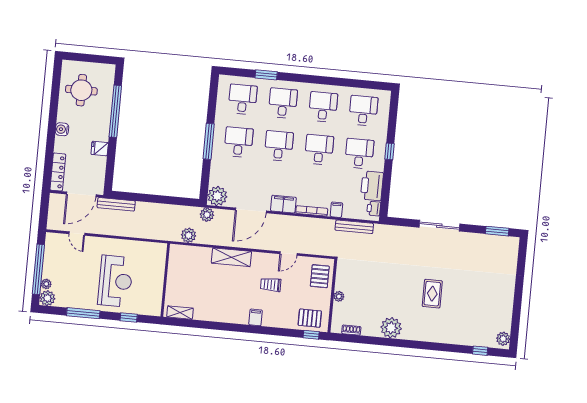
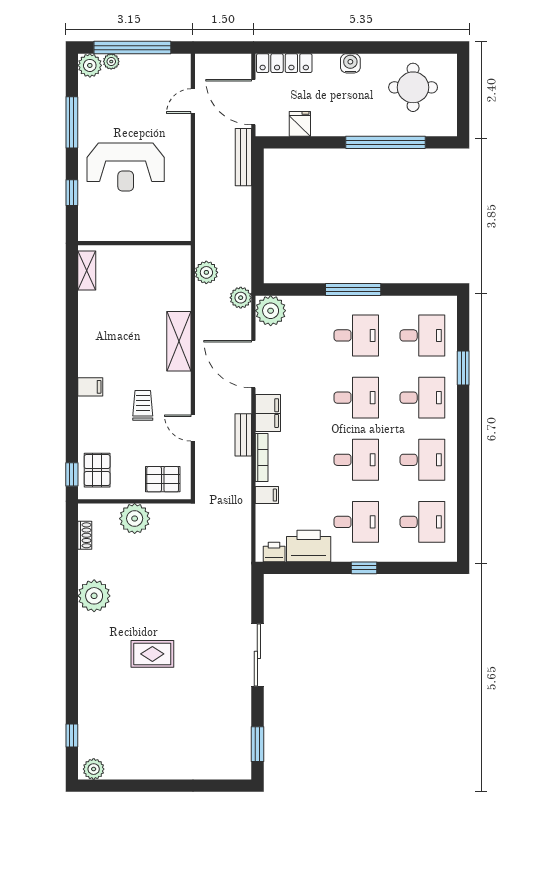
fridge: (100, 149) -> (300, 124), moved
bench: (354, 227) -> (243, 435), moved, width x0.73
plant: (339, 296) -> (135, 519), width x1.88, depth x1.88

